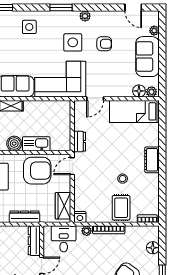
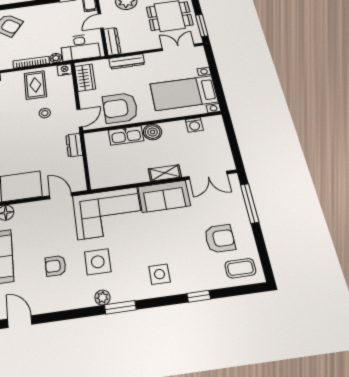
plant: (85, 16) -> (102, 297), moved
door: (95, 99) -> (61, 196), hinge flipped
stool: (123, 179) -> (45, 113), moved
rug: (121, 208) -> (35, 85), moved
desk: (64, 239) -> (80, 47), width x1.37

